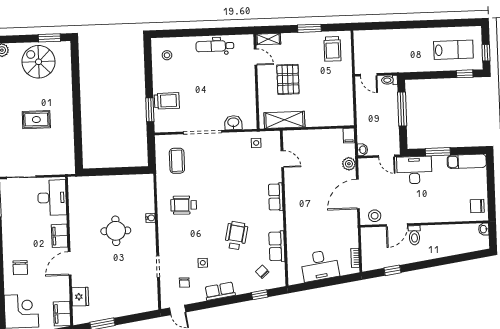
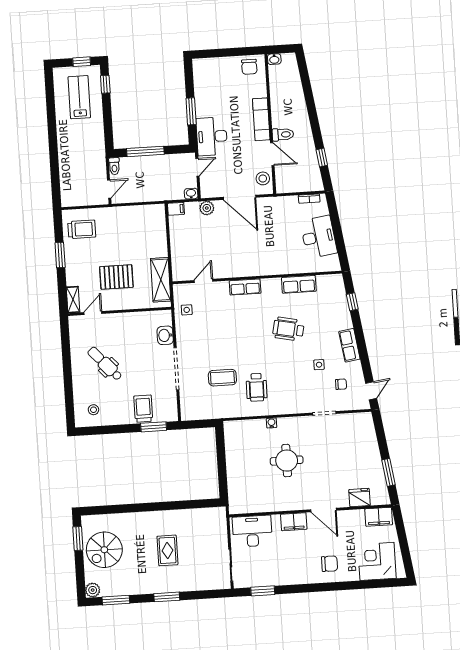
dental chair: (215, 46) -> (105, 364), moved, turned 138
coffee table: (177, 161) -> (222, 378), moved
exam couch: (467, 161) -> (261, 119), moved, turned 180
chair: (262, 272) -> (327, 300), removed

